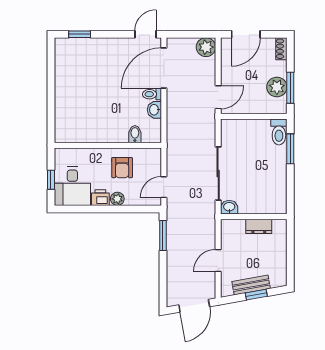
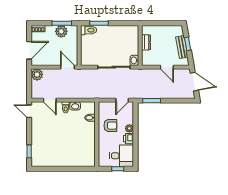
door: (246, 34) -> (29, 50), hinge flipped
door: (164, 68) -> (50, 100), width x0.53
door: (164, 187) -> (122, 100), hinge flipped

